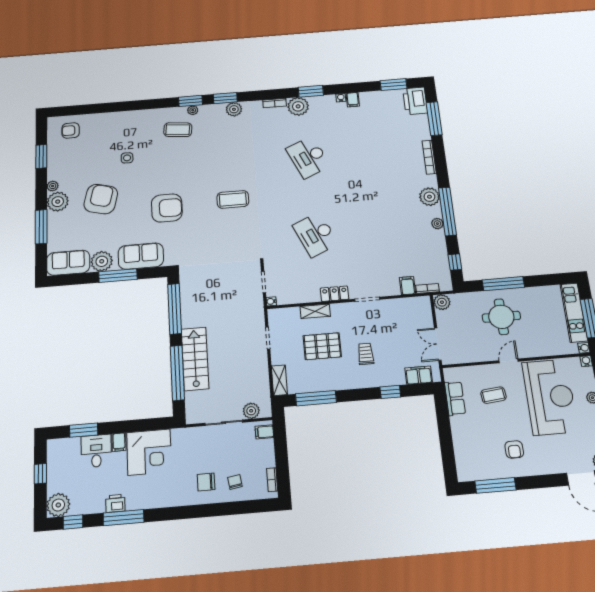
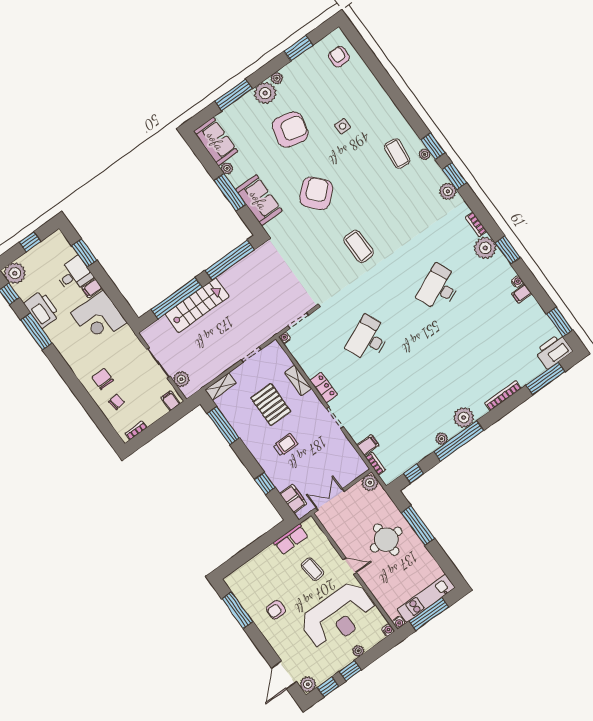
armchair: (167, 208) -> (316, 193), turned -133
plant: (102, 261) -> (227, 168), width x0.53, depth x0.53
printer: (115, 503) -> (42, 309), width x1.87, depth x1.48

